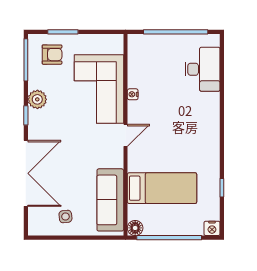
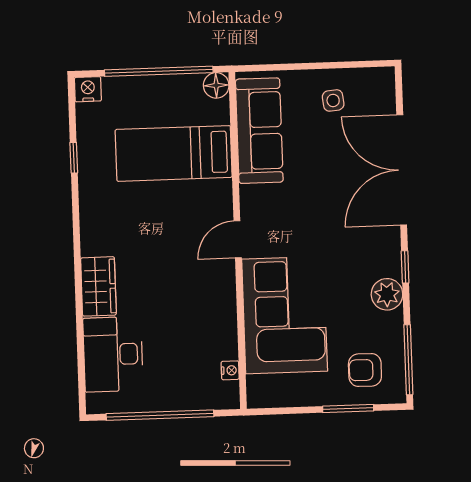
nightstand: (133, 94) -> (230, 370), moved
wardrobe: (210, 110) -> (98, 286), added

